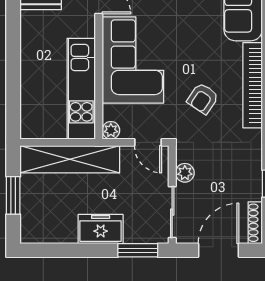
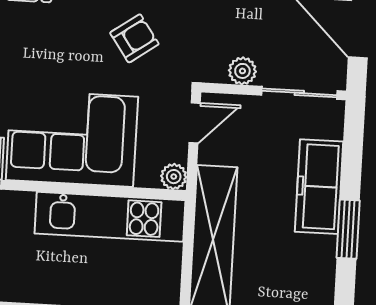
armchair: (203, 98) -> (134, 38), turned -69
freezer: (101, 229) -> (319, 187), width x1.40
window: (138, 250) -> (348, 229), moved

